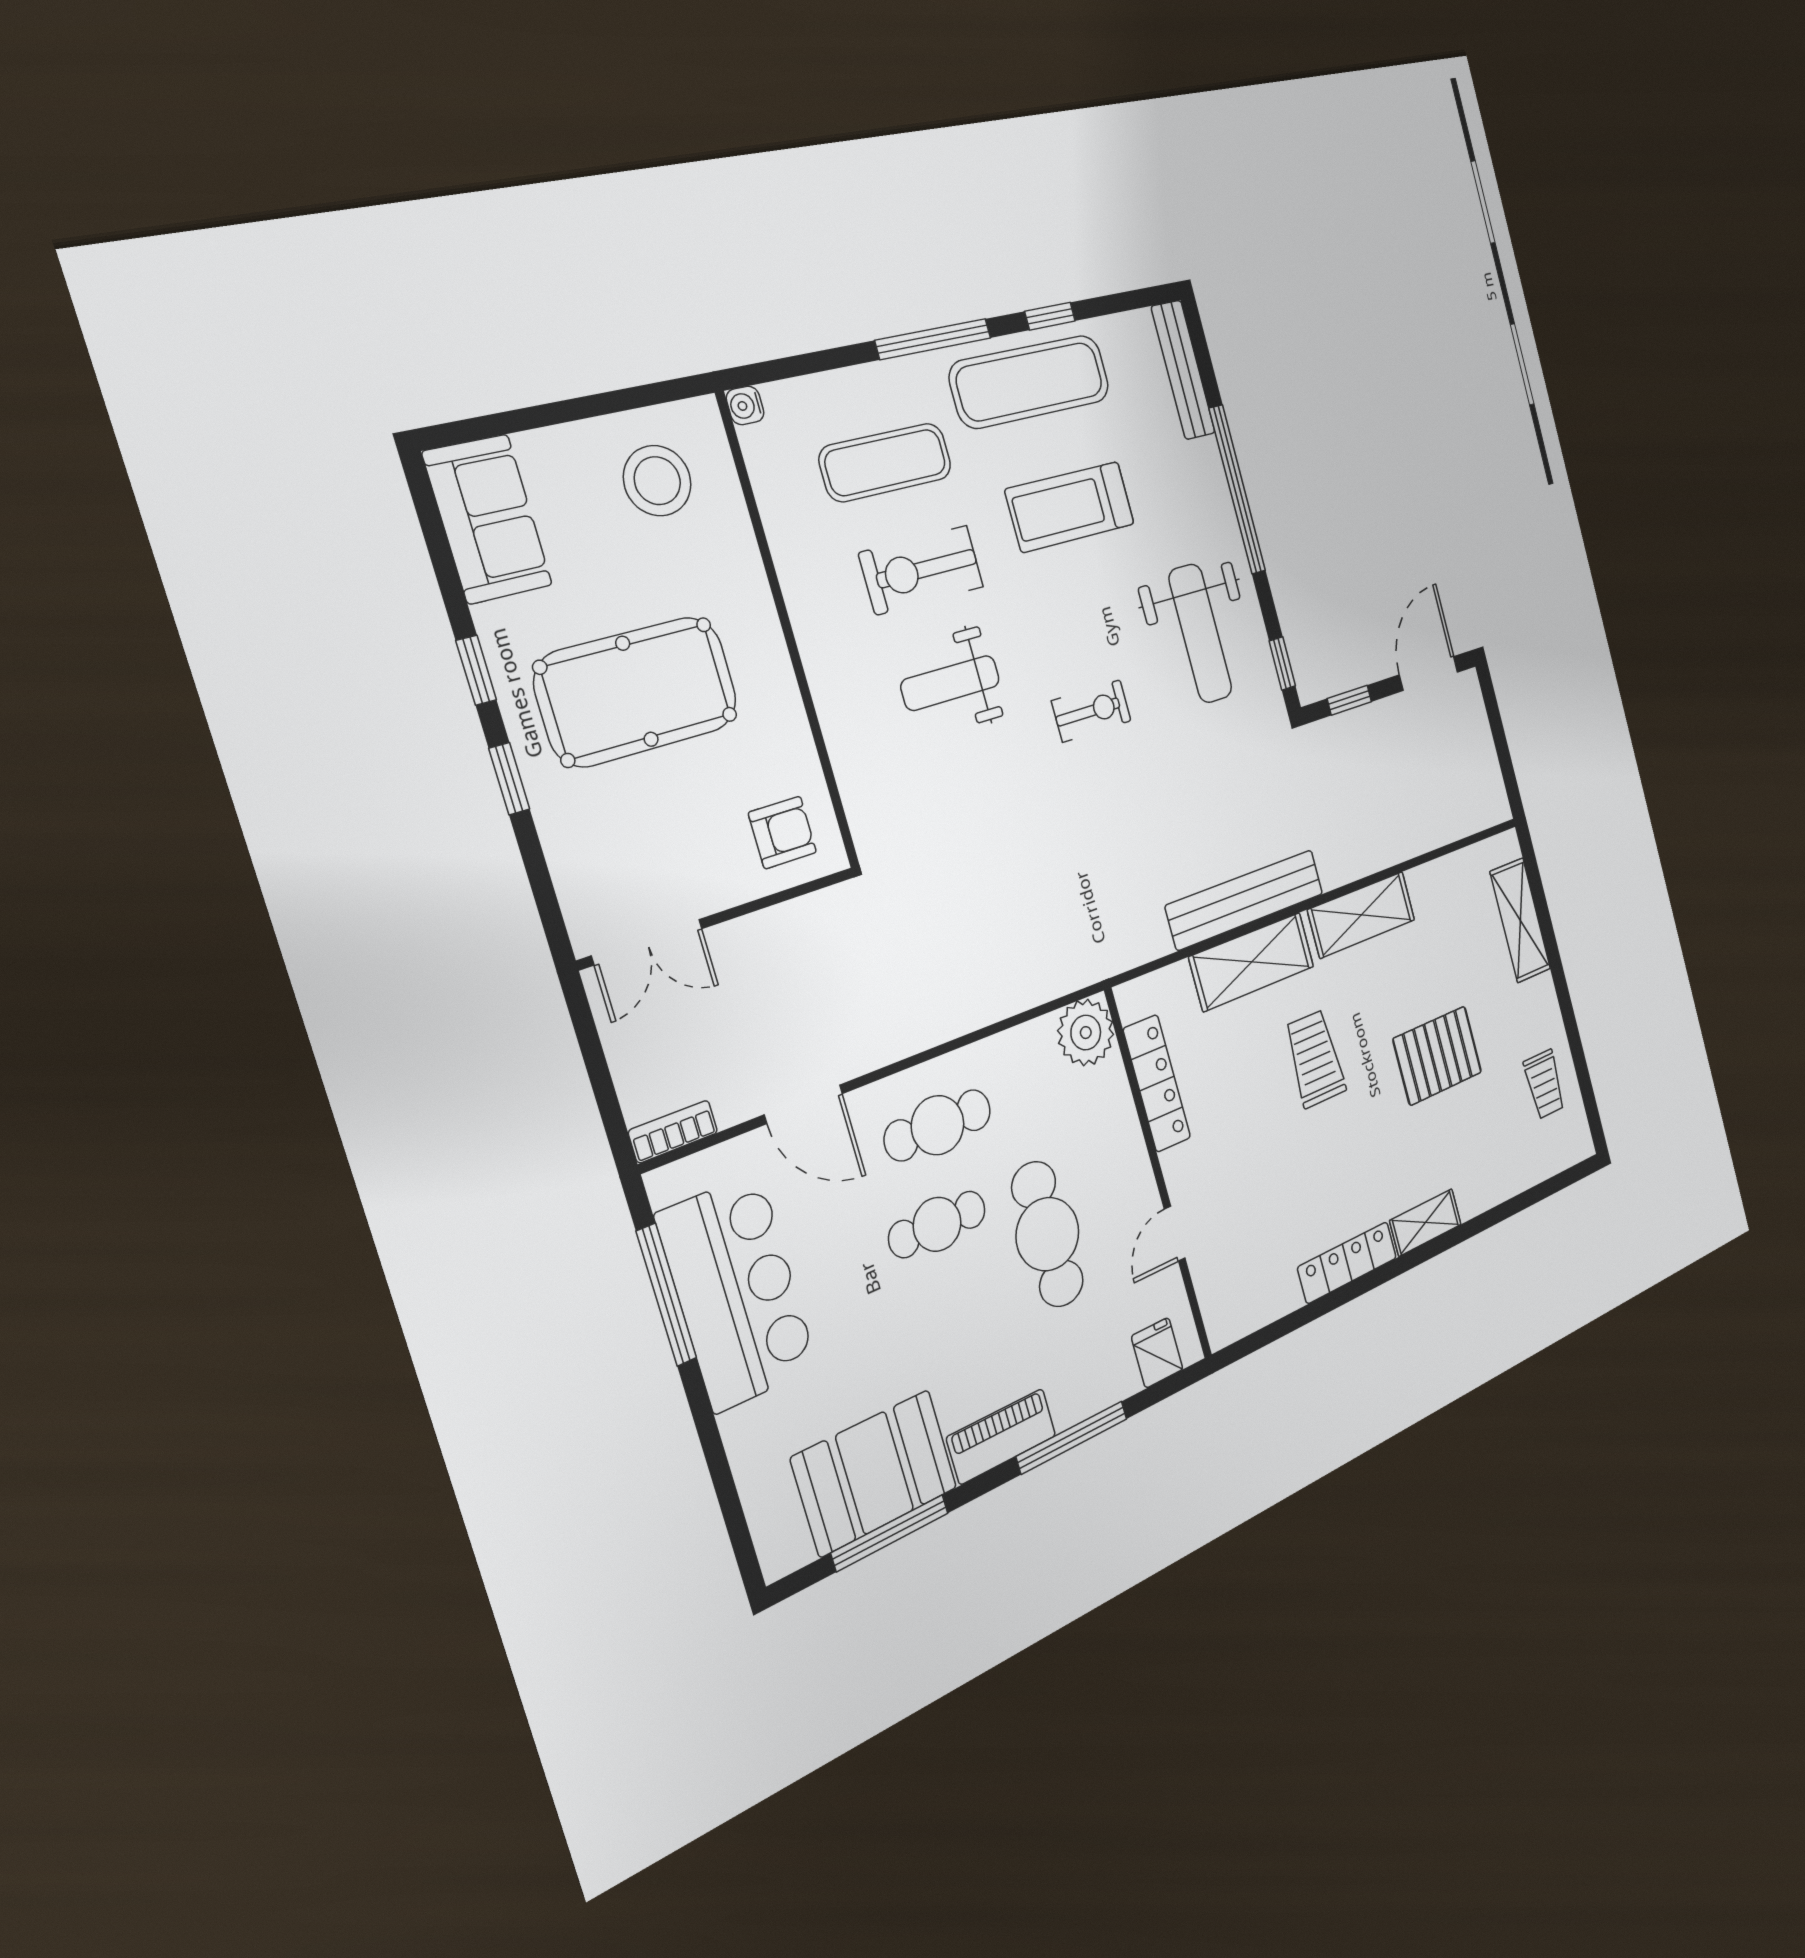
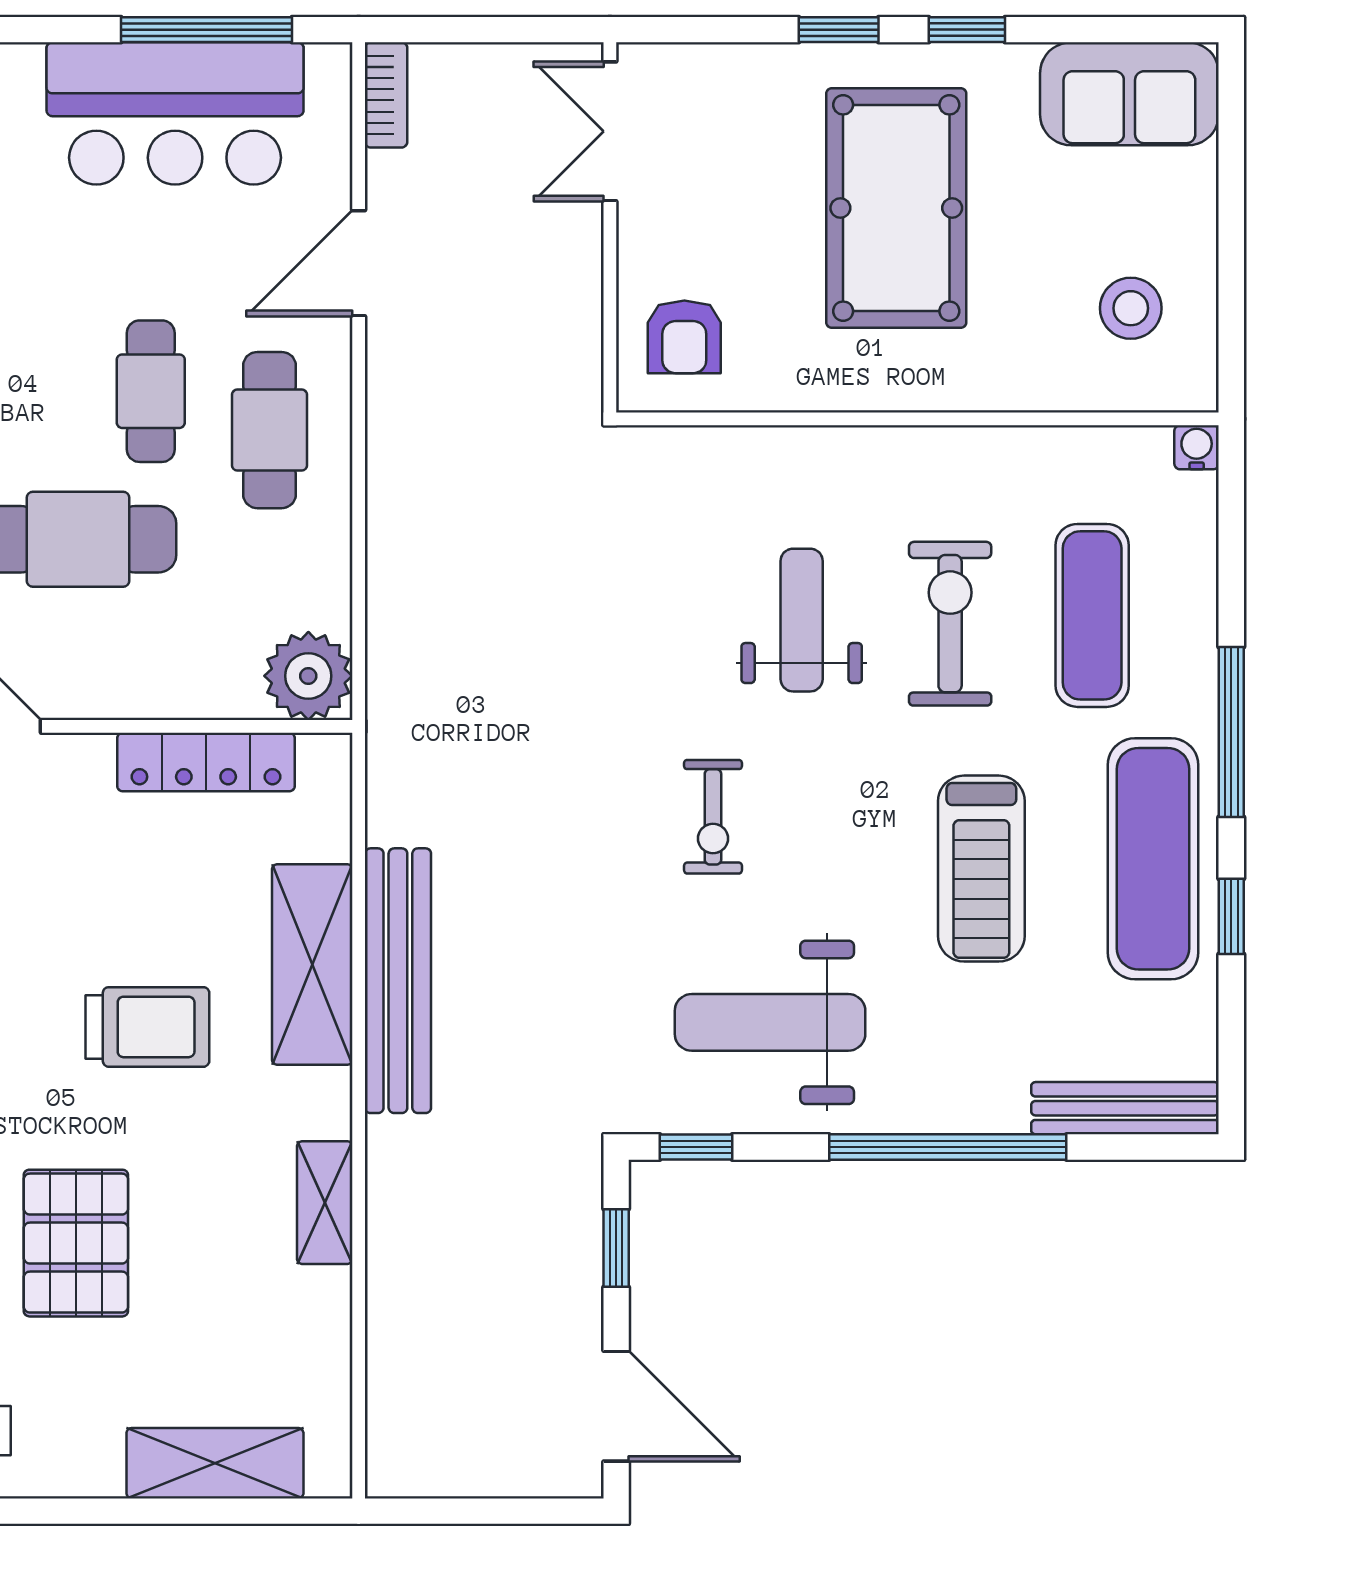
stool: (657, 481) -> (1131, 308), width x0.73, depth x0.73
treadmill: (1070, 507) -> (981, 869), turned 180
shelving: (1362, 915) -> (325, 1203), width x0.67, depth x0.75

